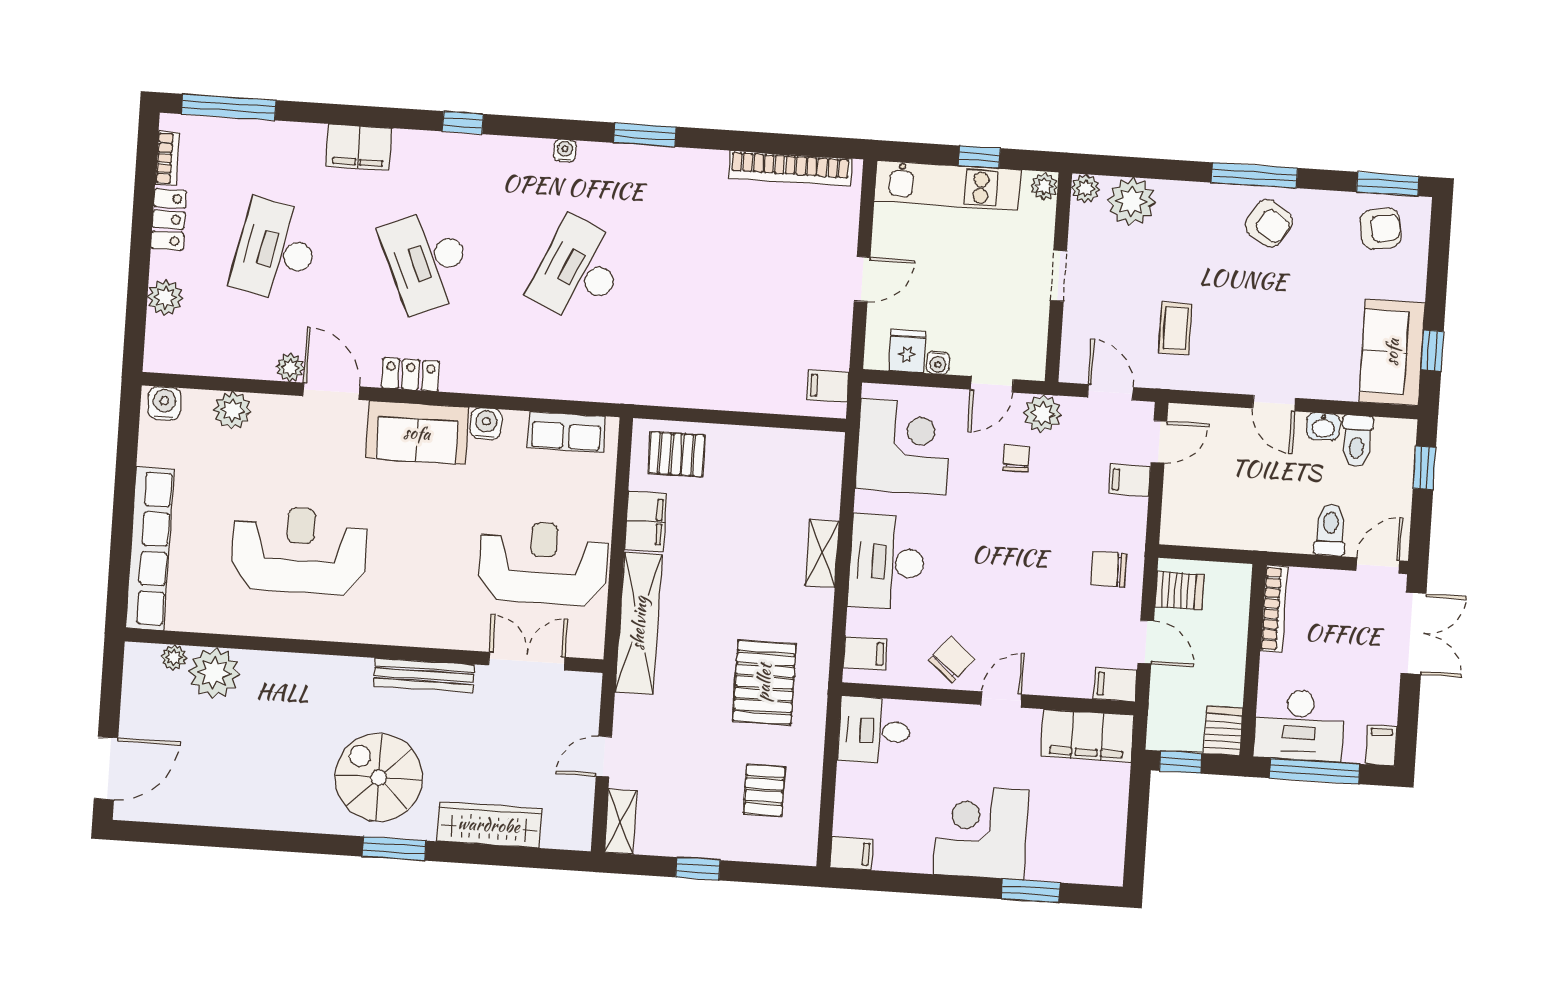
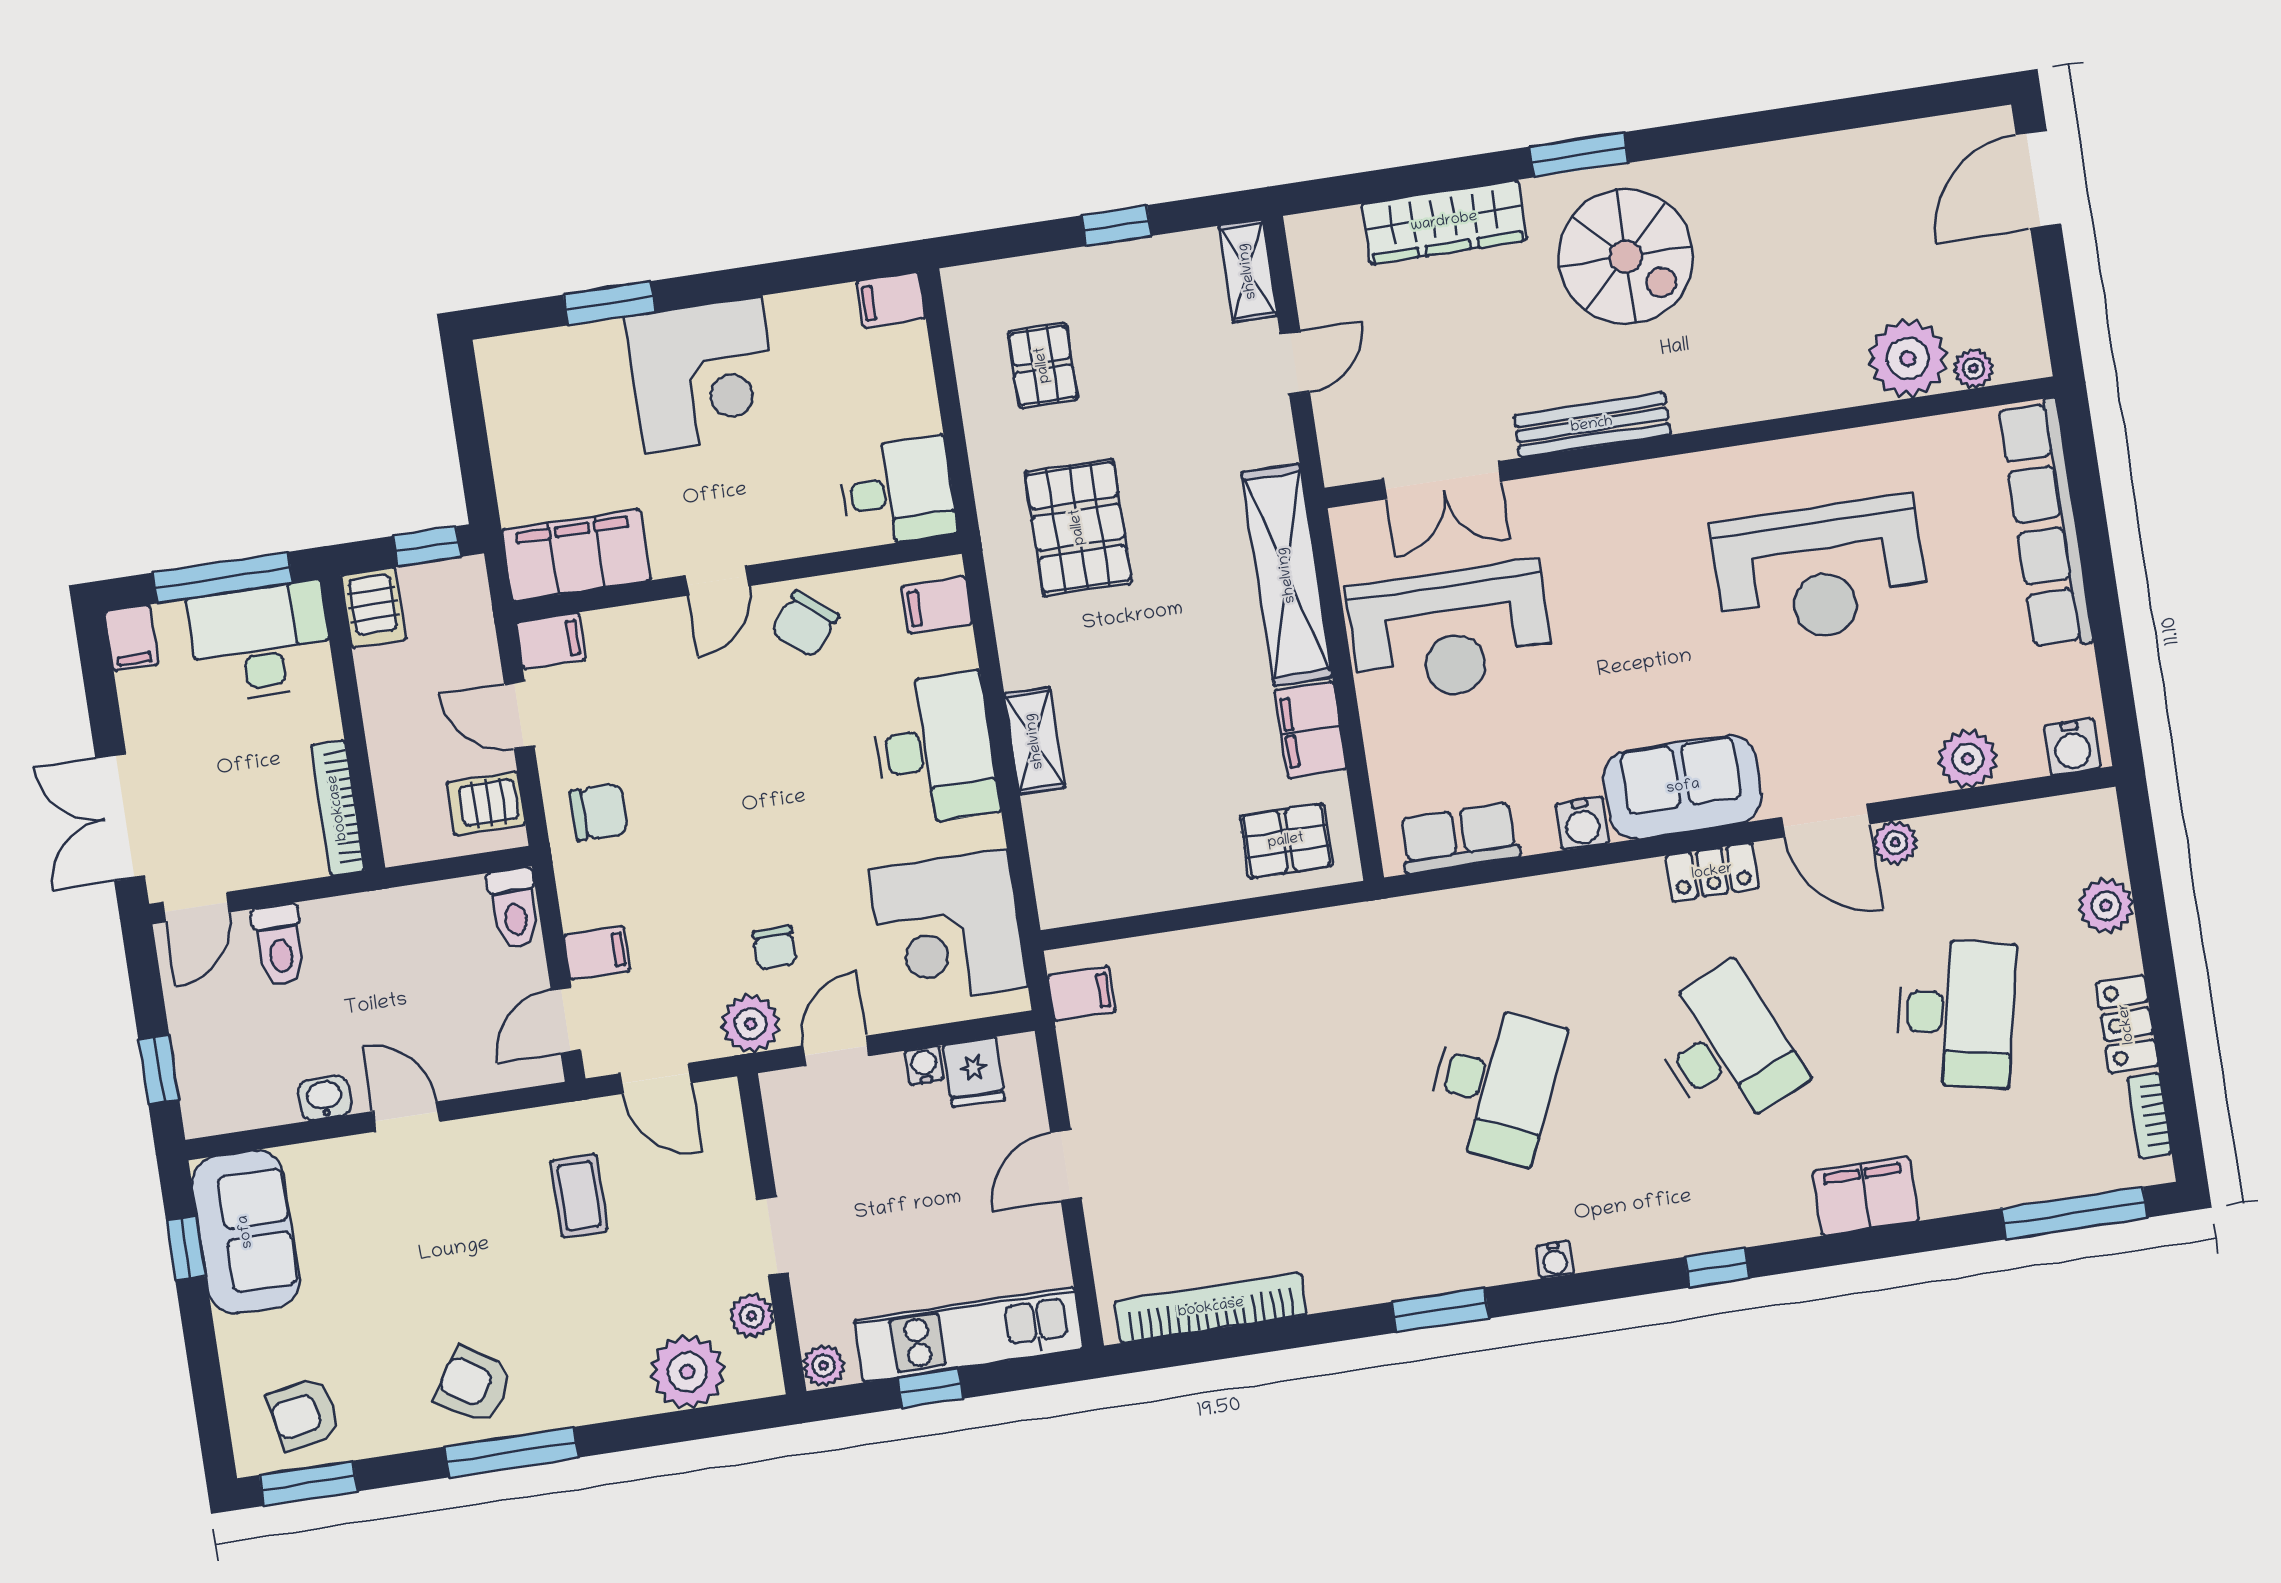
plant: (1085, 189) -> (752, 1316), moved
toilet: (1357, 441) -> (514, 909), moved, turned 180

